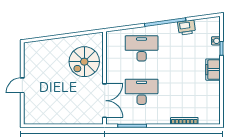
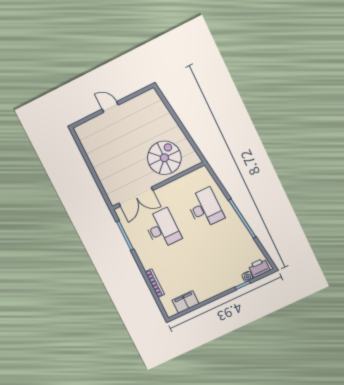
printer: (186, 27) -> (259, 268), moved, turned 98
spiral stairs: (84, 62) -> (164, 158), turned 90
filing cabinet: (213, 70) -> (186, 302), moved

